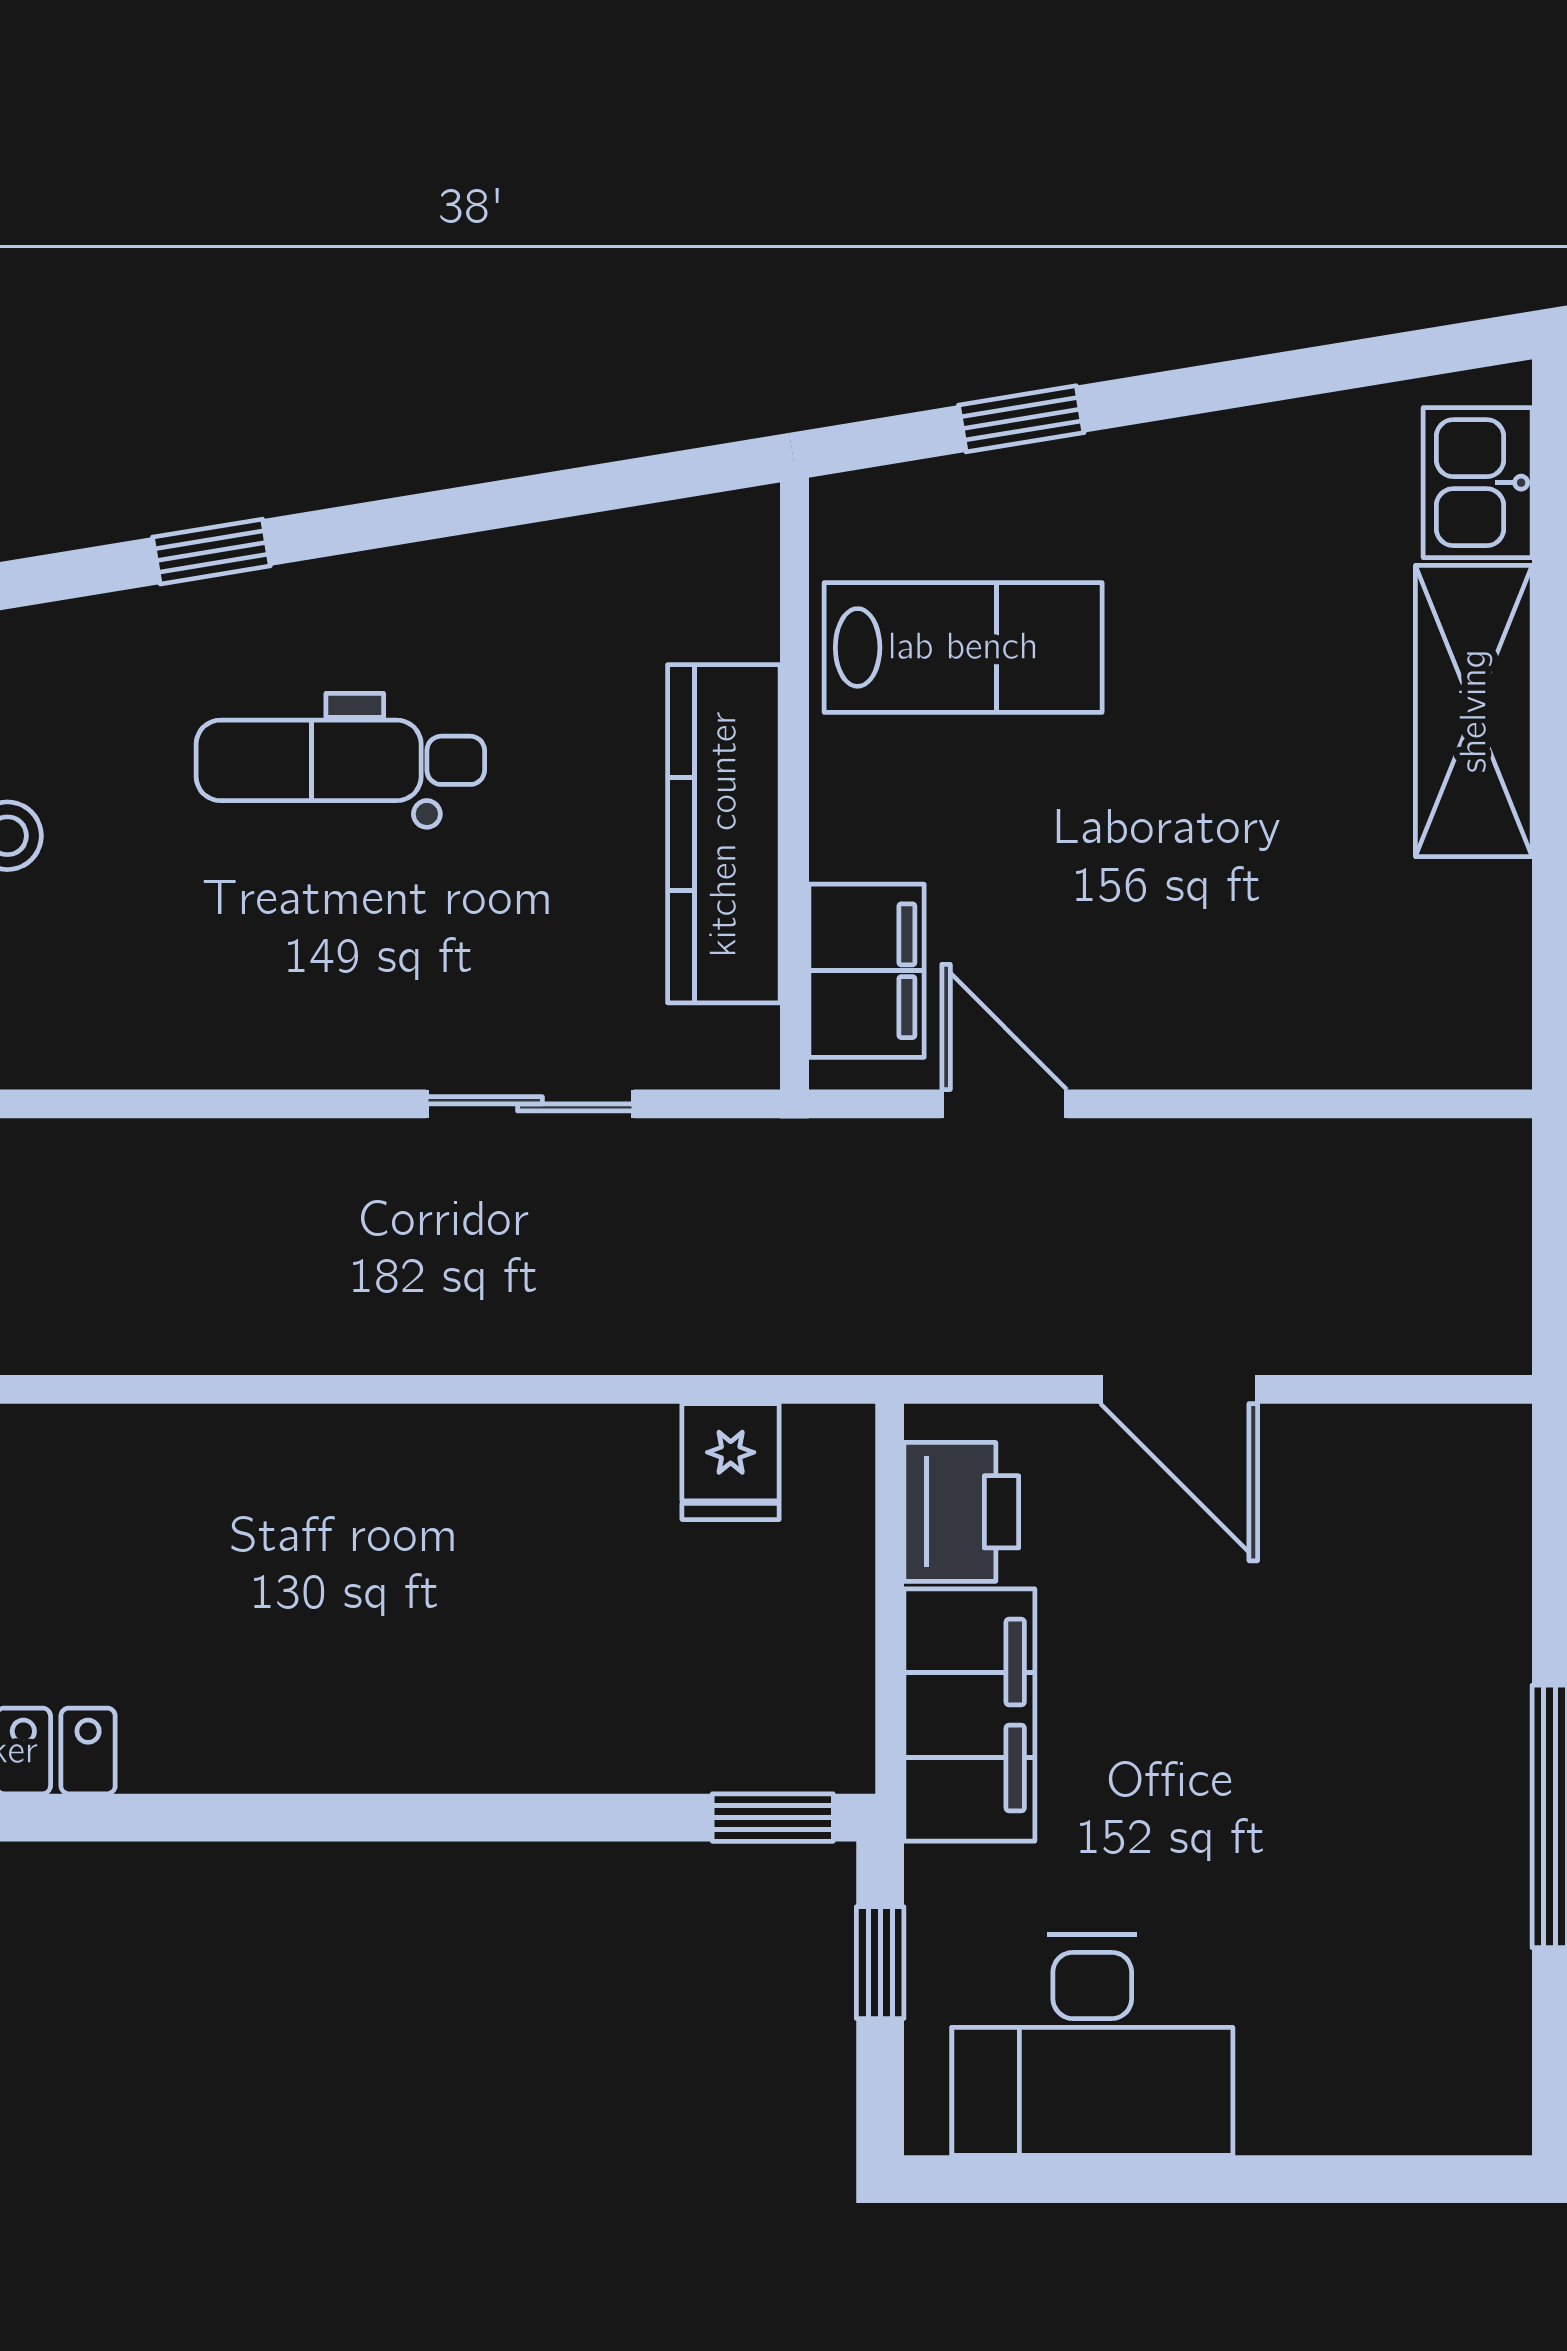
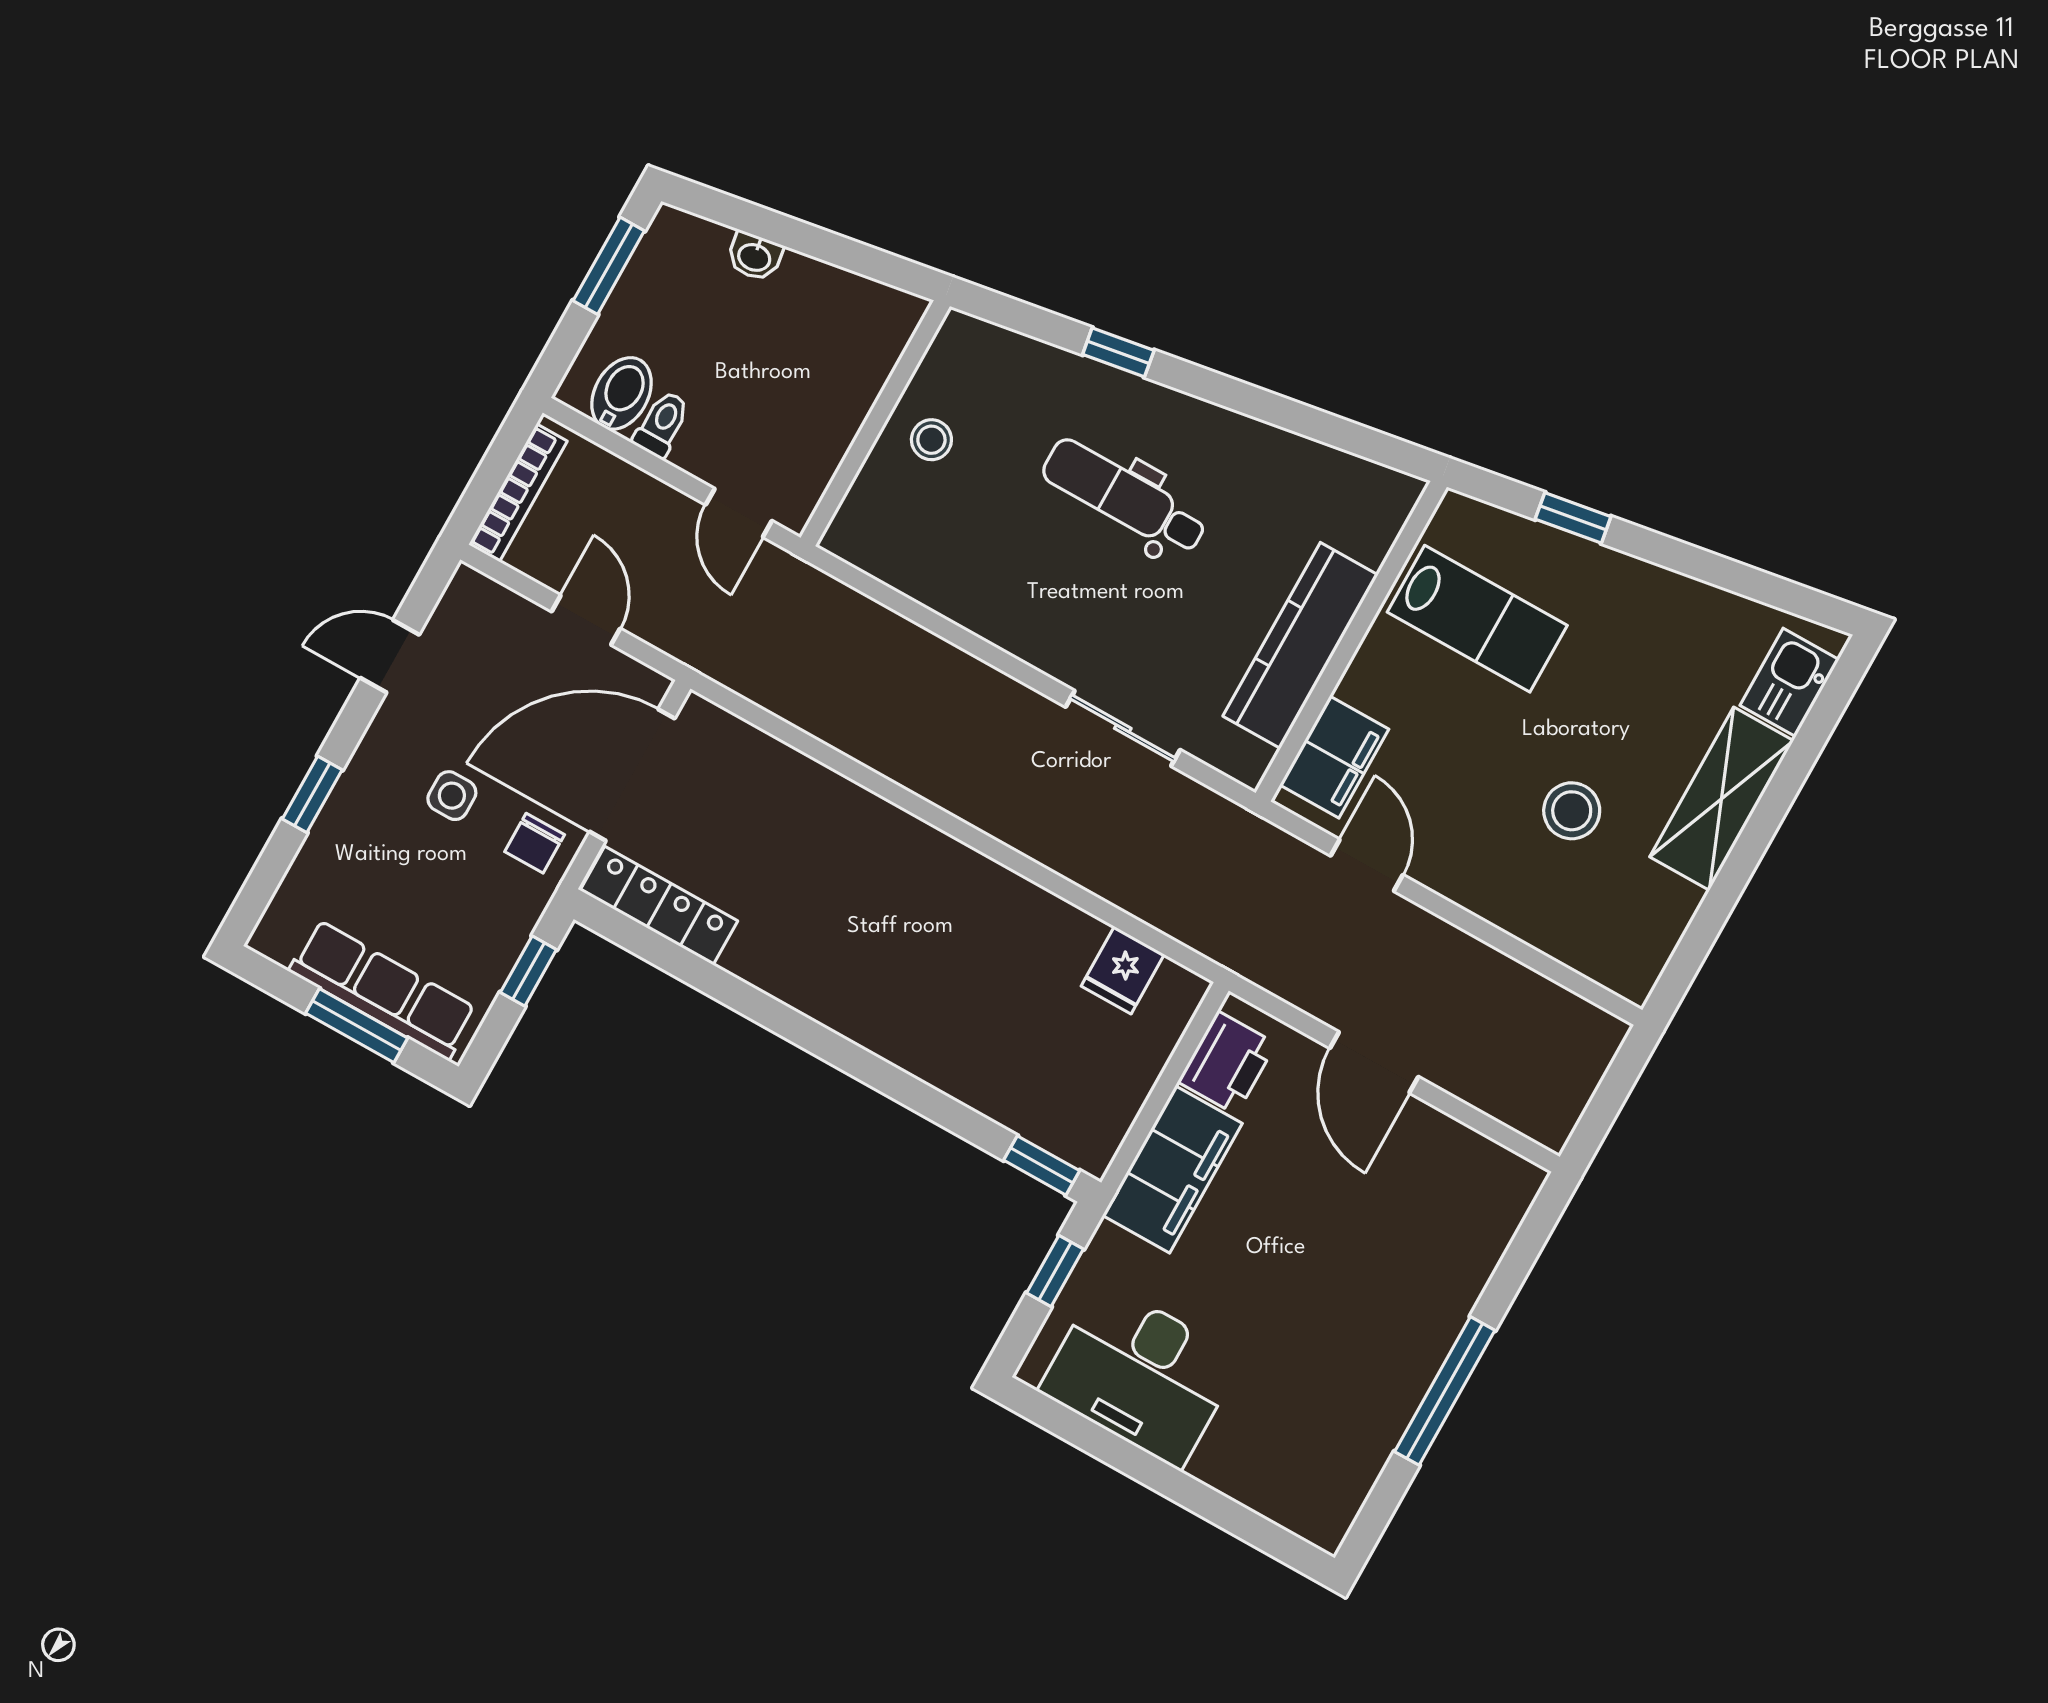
stool: (1262, 853) -> (1572, 811), added

